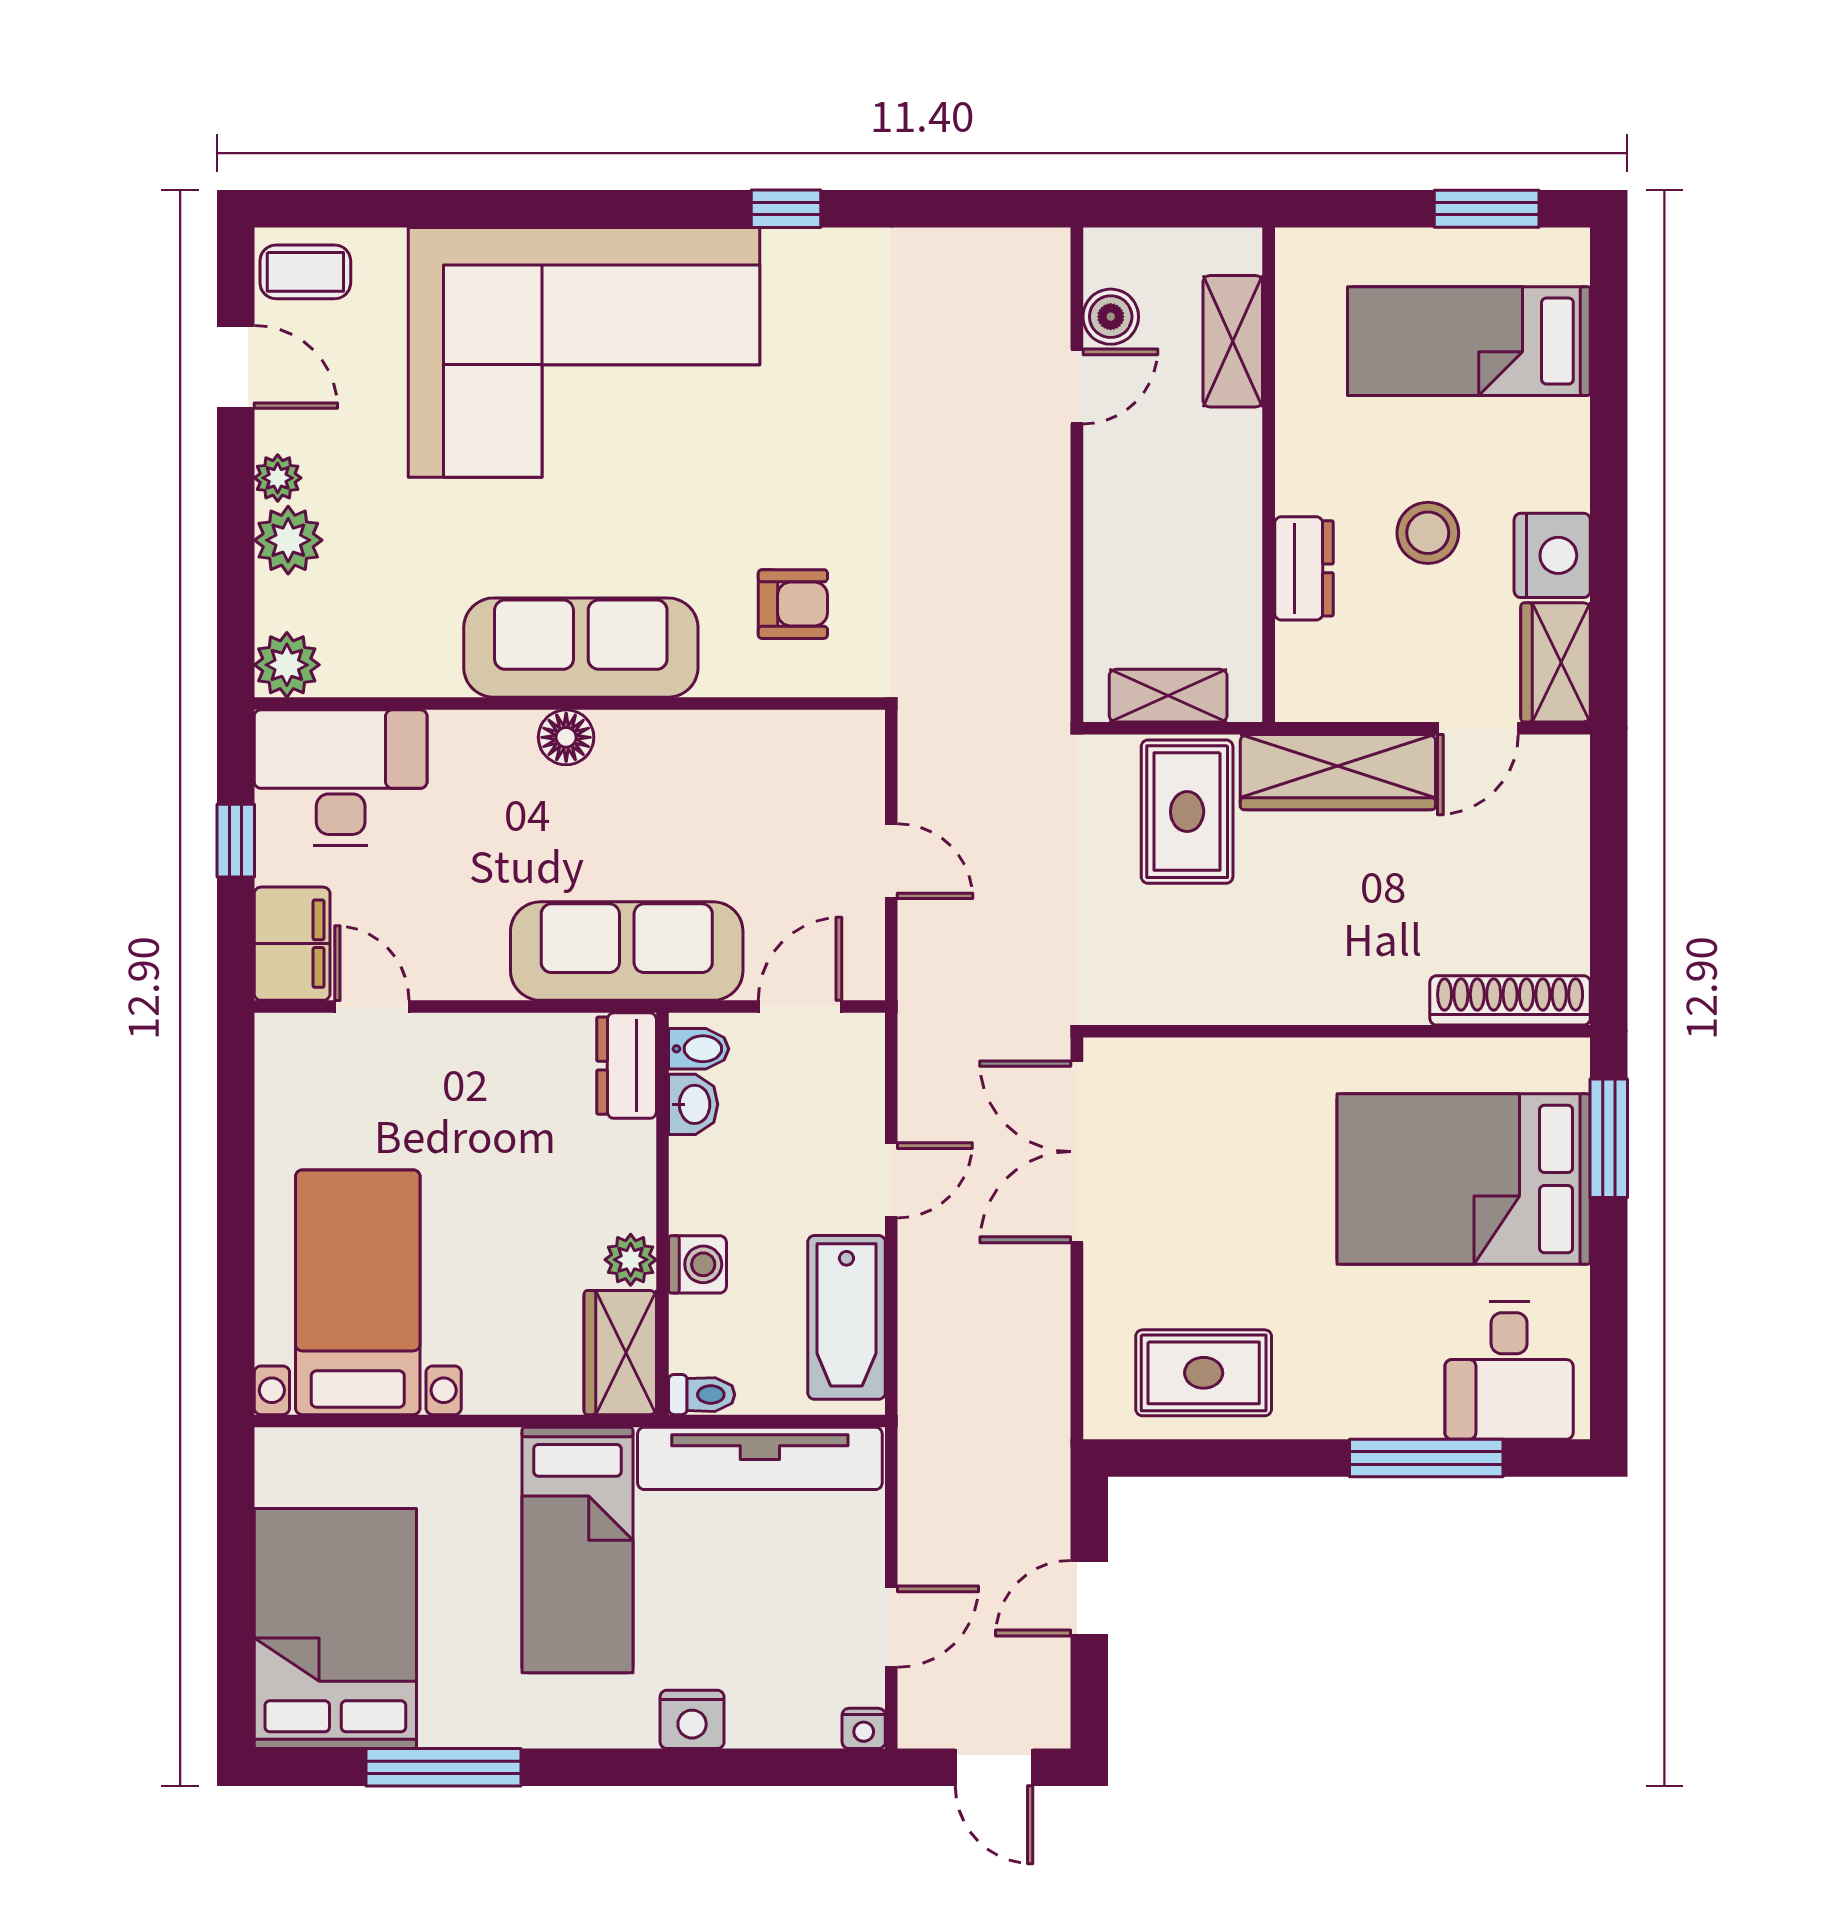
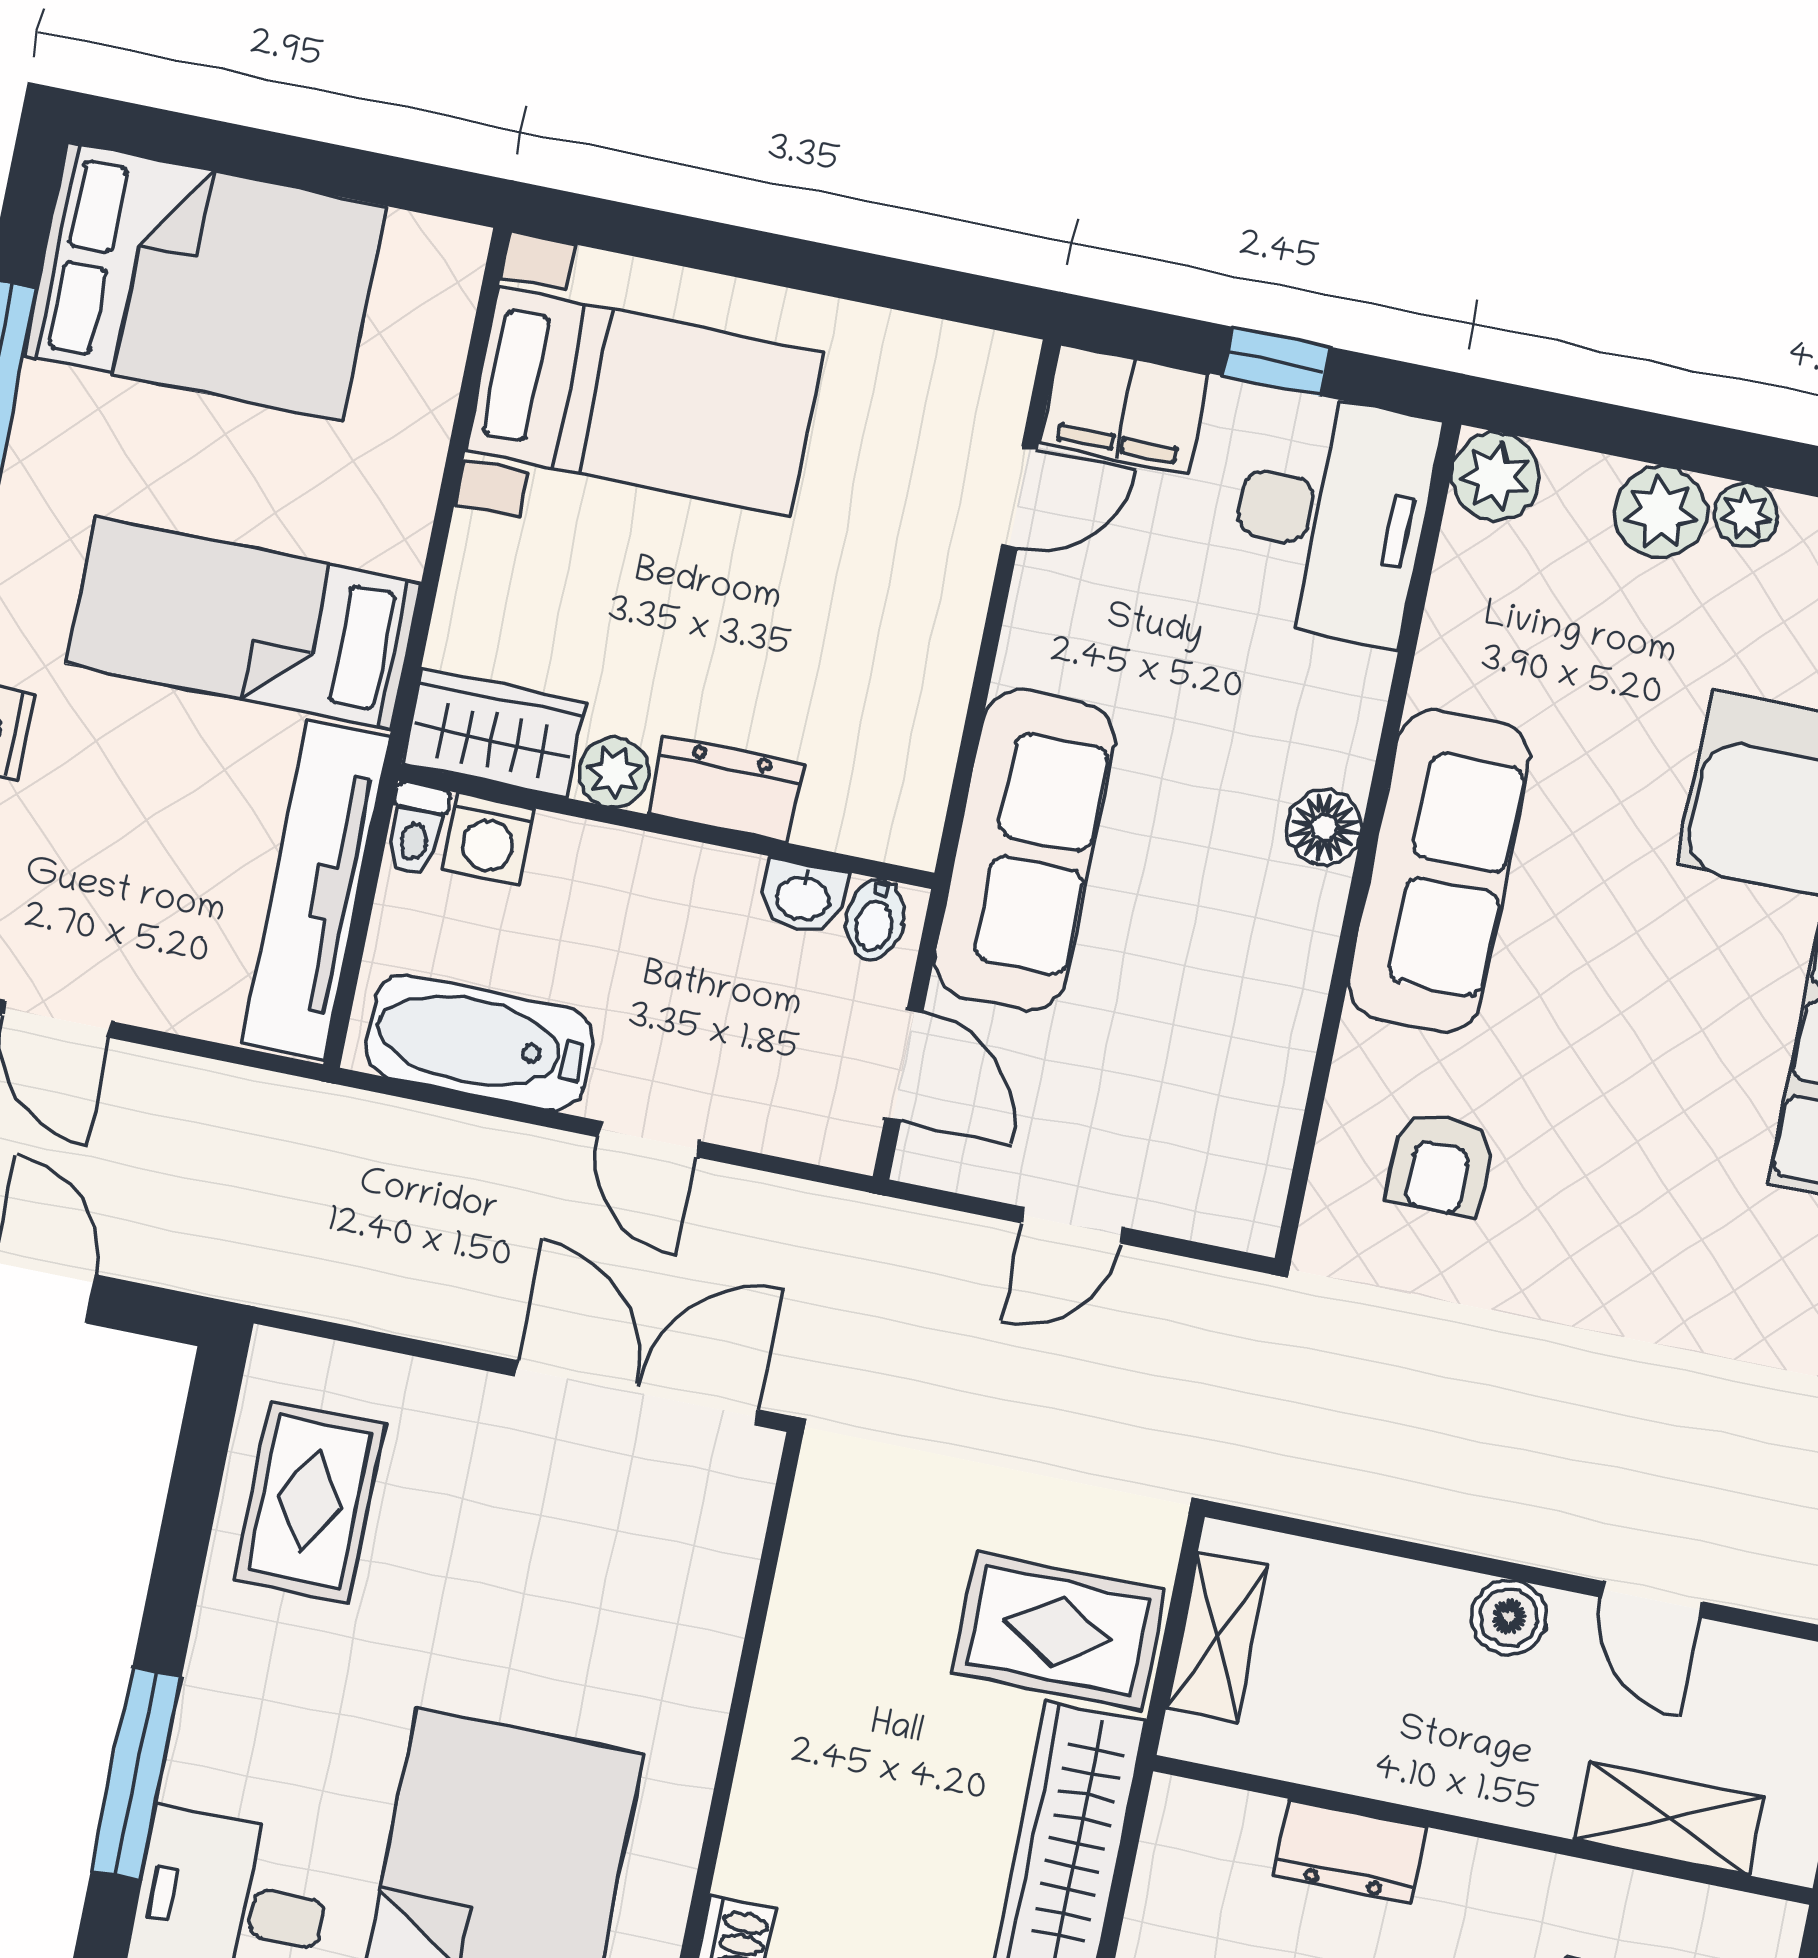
boiler: (1111, 317) -> (1509, 1617), moved
dresser: (627, 1066) -> (726, 789), moved
washing machine: (697, 1264) -> (489, 839), moved

